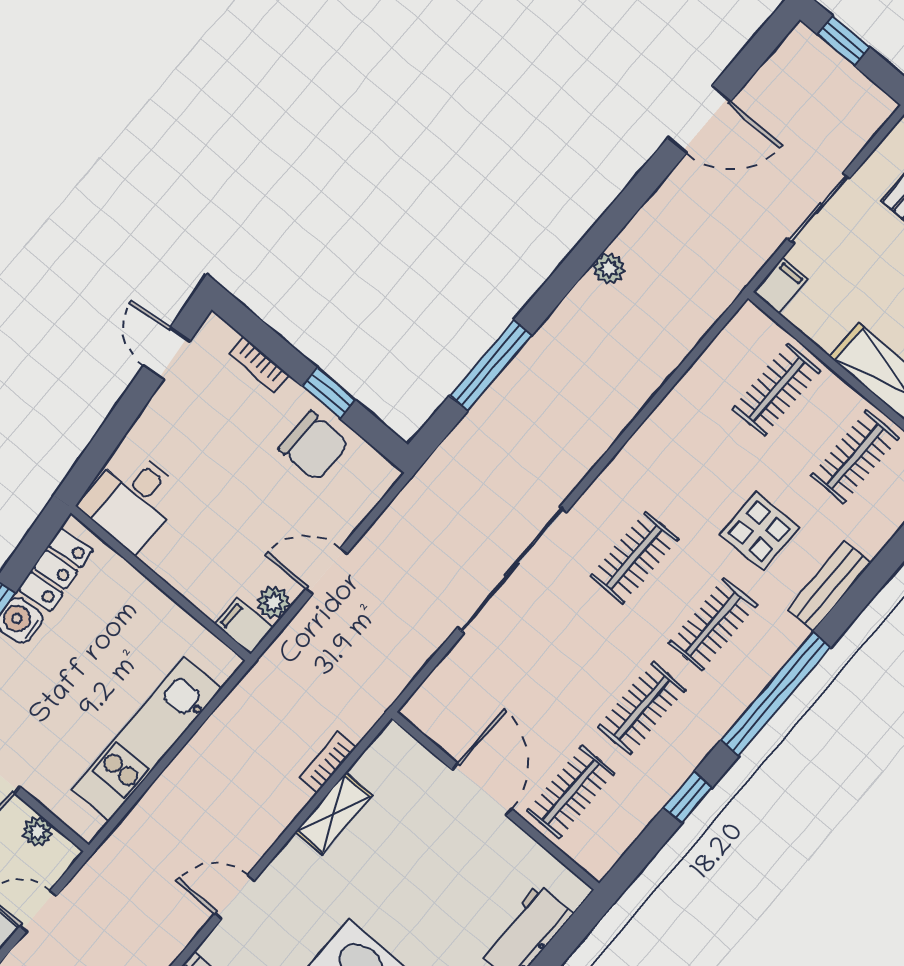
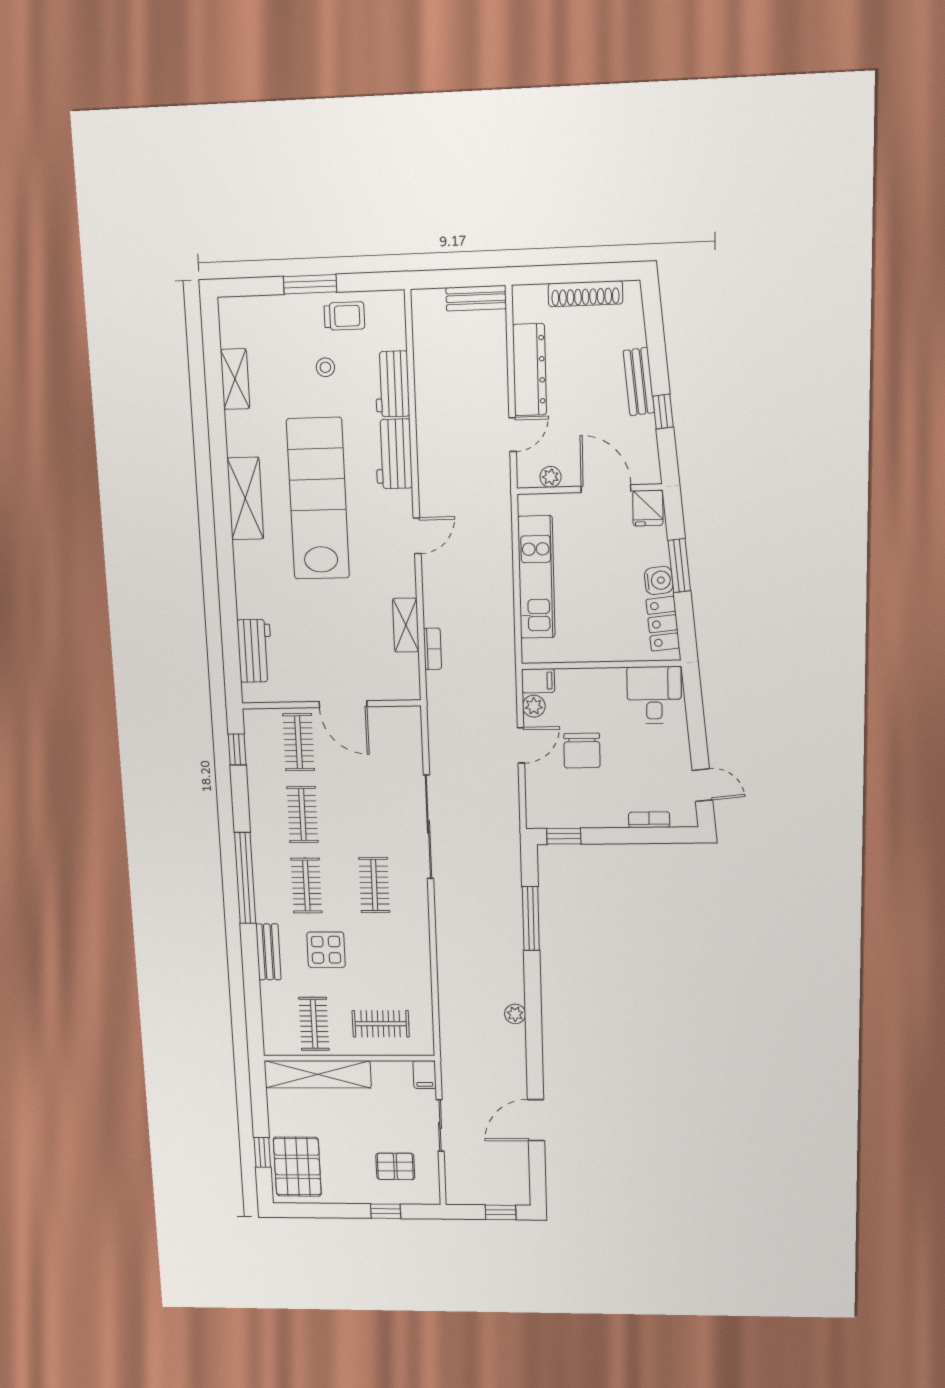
clothes rail: (776, 390) -> (381, 1024), turned 90
window: (329, 393) -> (564, 836), moved
chair: (314, 446) -> (582, 751), moved, turned -90
window: (688, 797) -> (237, 749), moved

